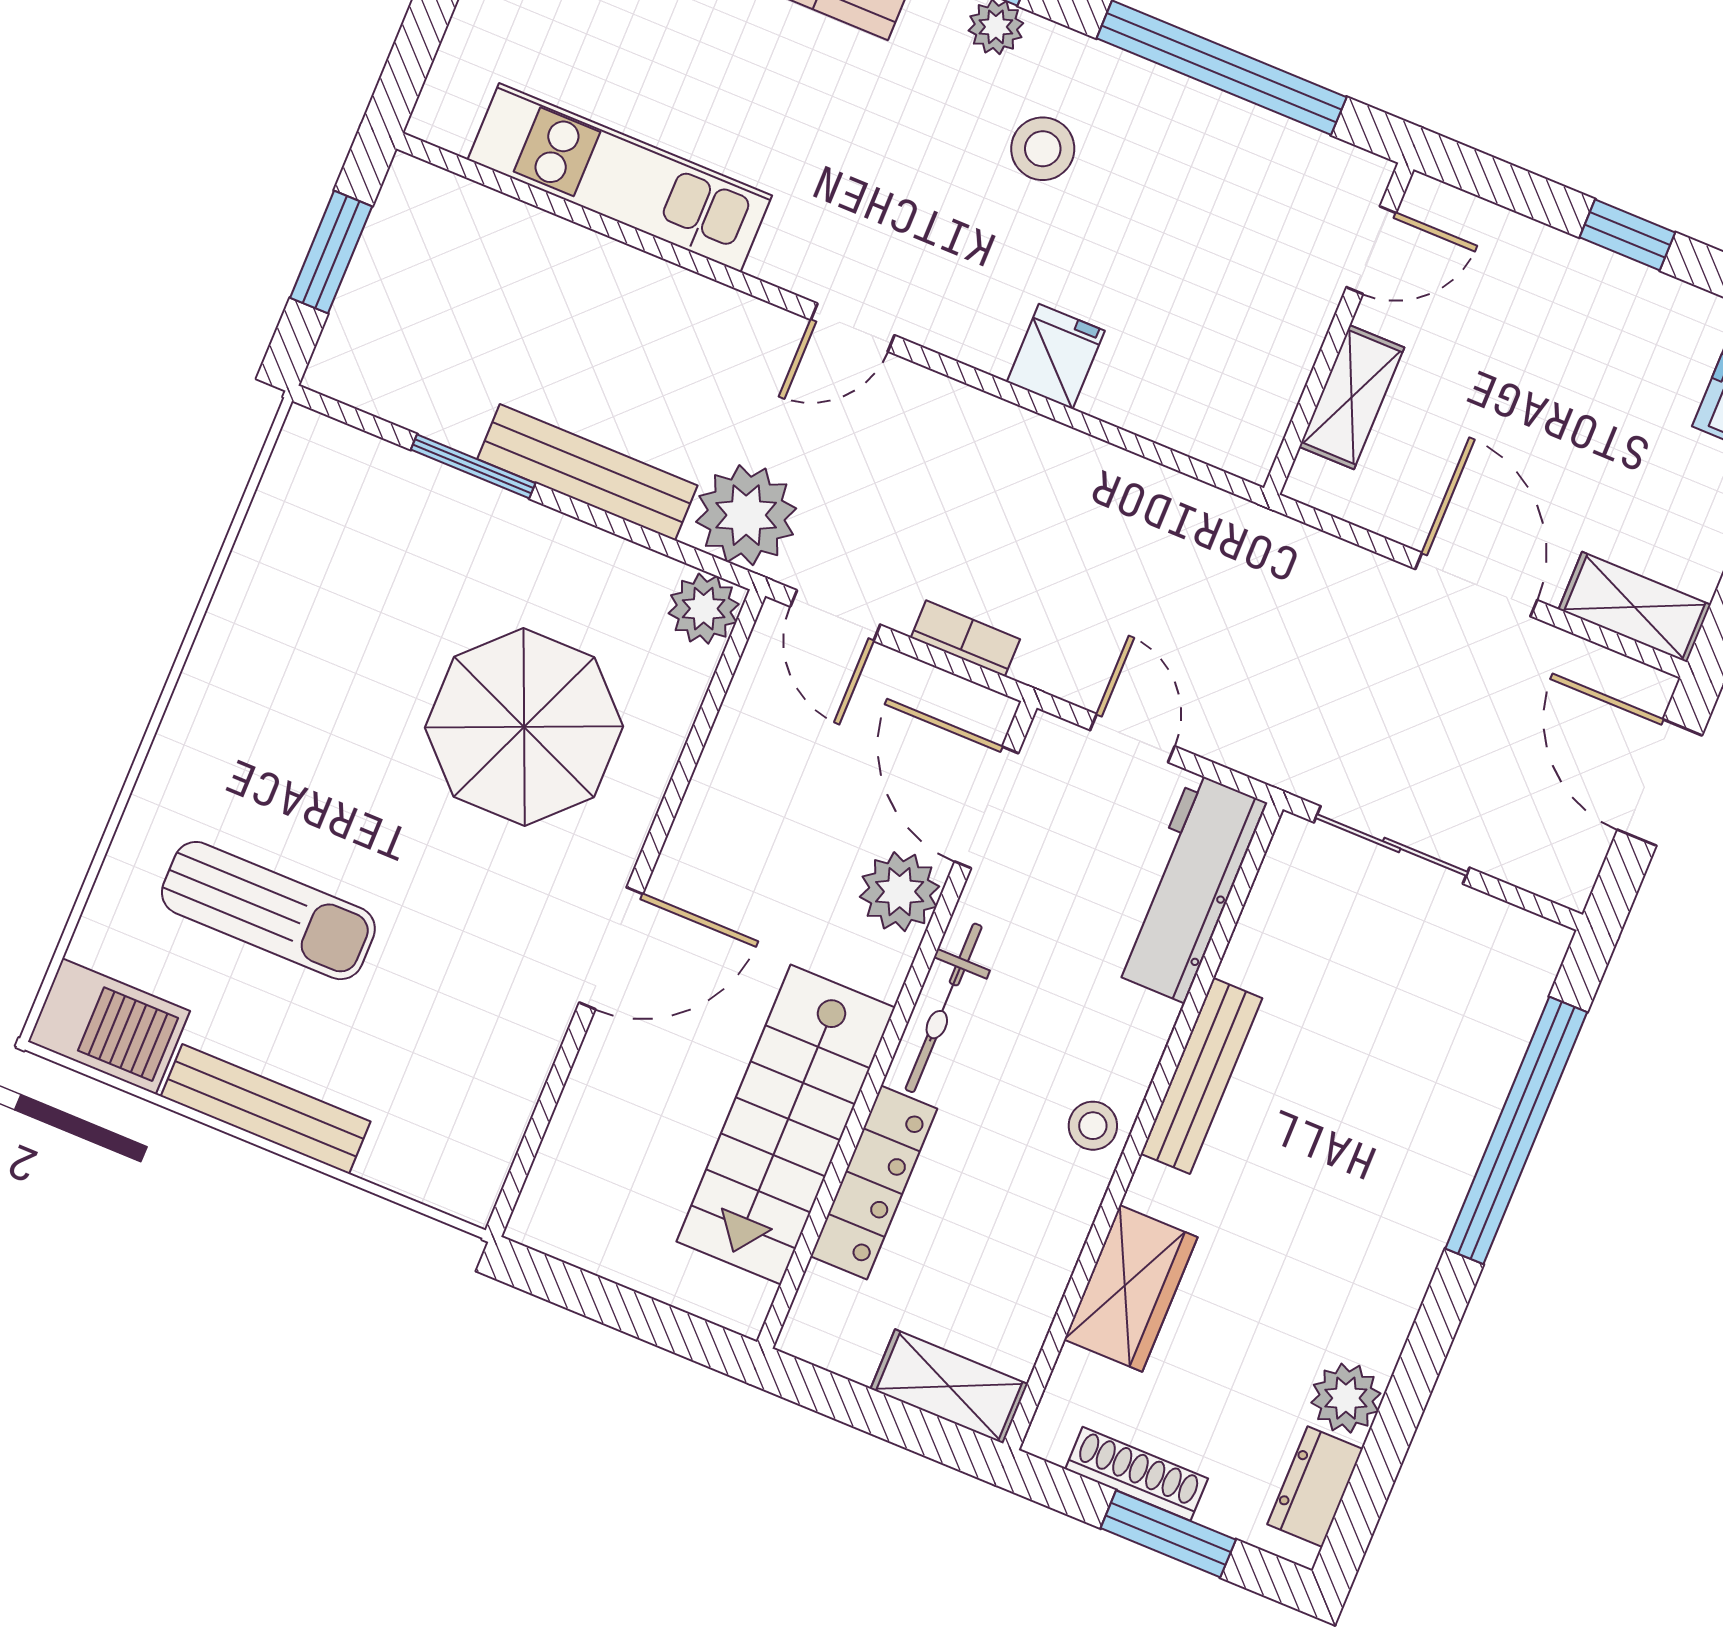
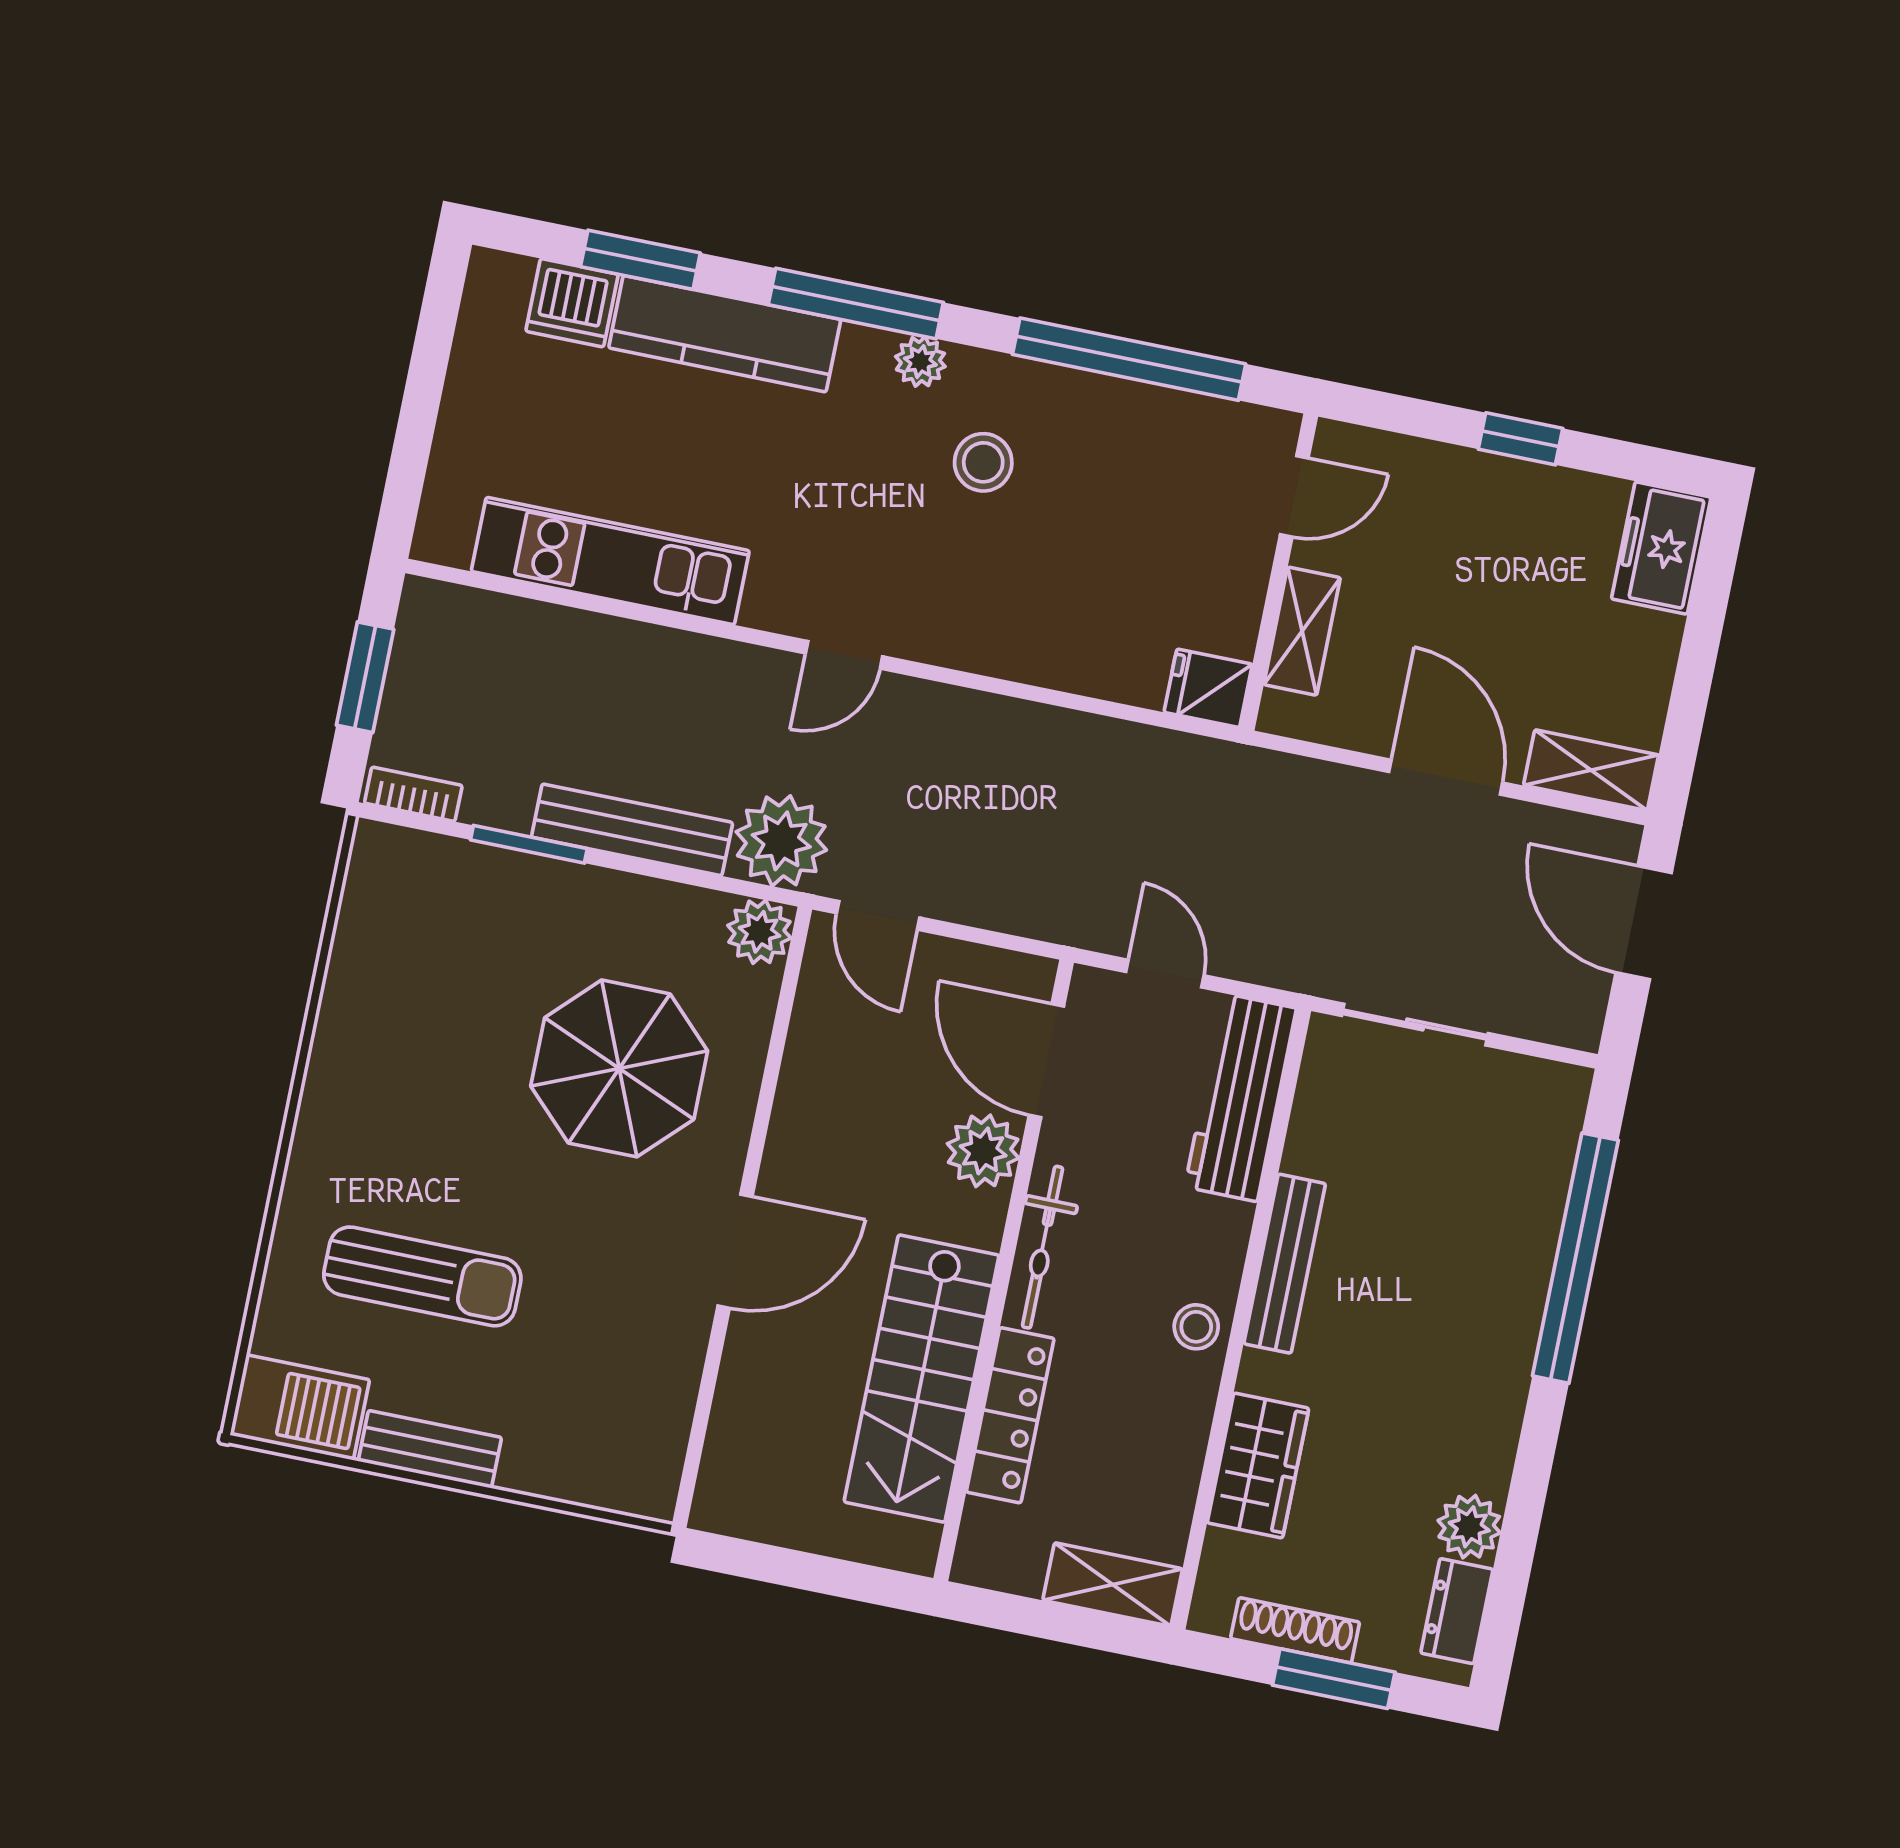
fridge: (1056, 356) -> (1208, 688), moved, turned -90
bookcase: (965, 638) -> (413, 794), moved
bench: (266, 1109) -> (430, 1449), width x0.73

